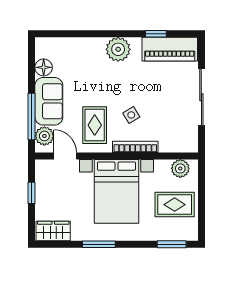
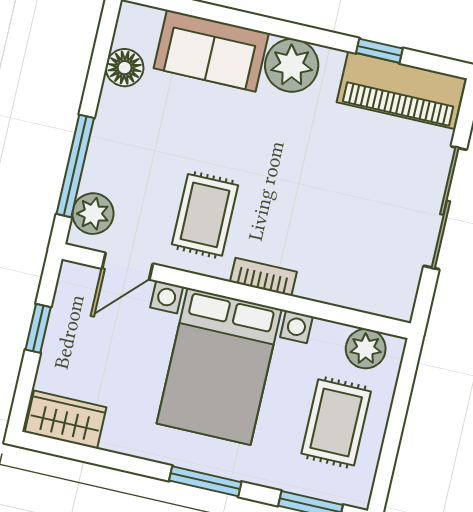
sofa: (49, 101) -> (211, 51), moved, turned 90
side table: (131, 115) -> (288, 211), removed
bookcase: (135, 147) -> (263, 277), width x0.64
door: (65, 156) -> (127, 266), swing flipped
rug: (175, 205) -> (336, 422), turned 90
window: (99, 244) -> (205, 481), moved

